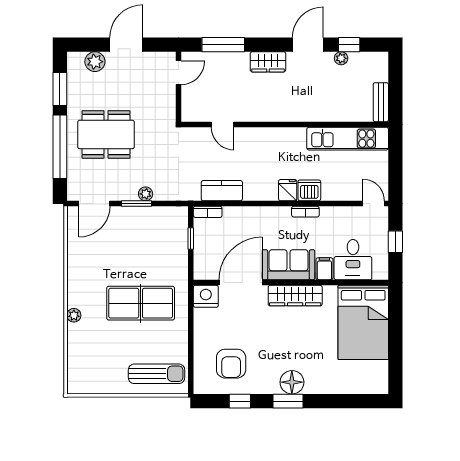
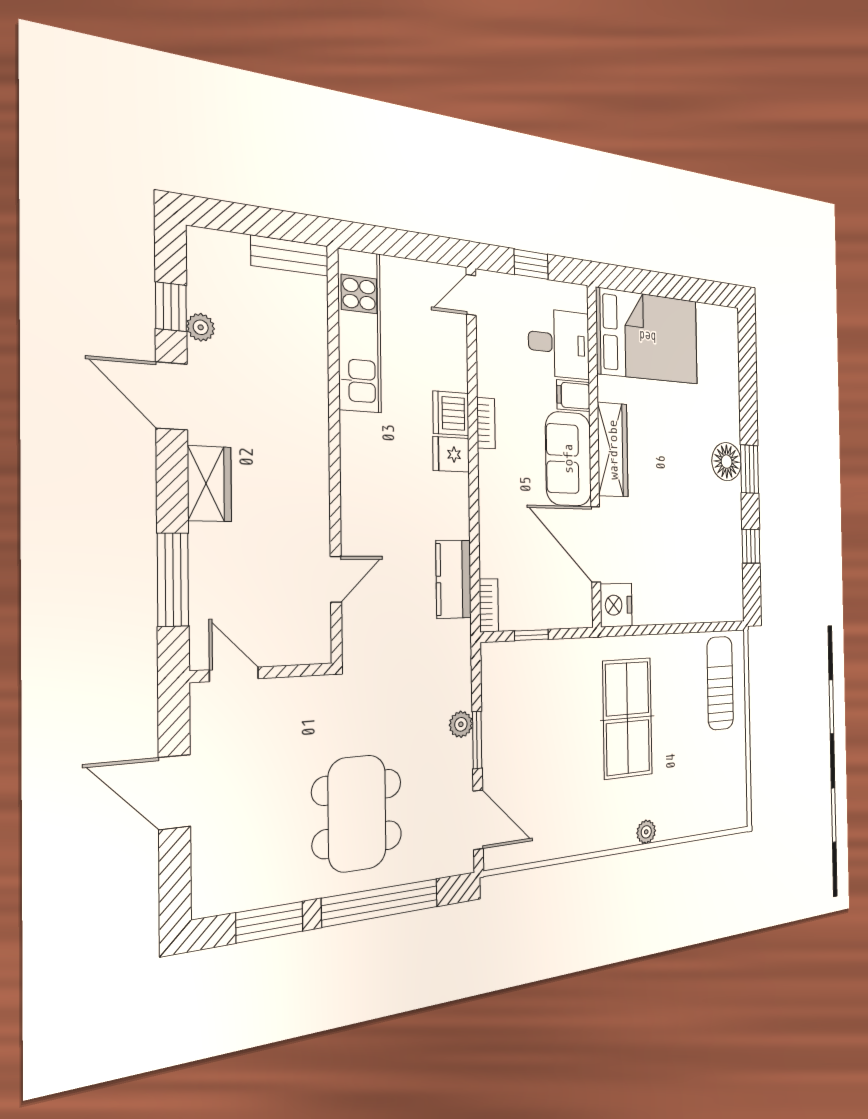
plant: (95, 62) -> (212, 856), removed
armchair: (231, 364) -> (705, 561), removed

